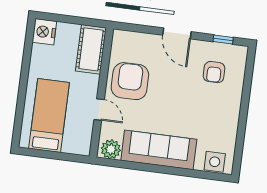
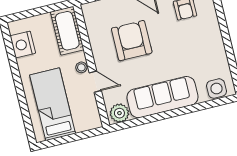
nightstand: (44, 32) -> (23, 45), moved
armchair: (130, 81) -> (132, 41), moved
stool: (91, 90) -> (81, 67), added

